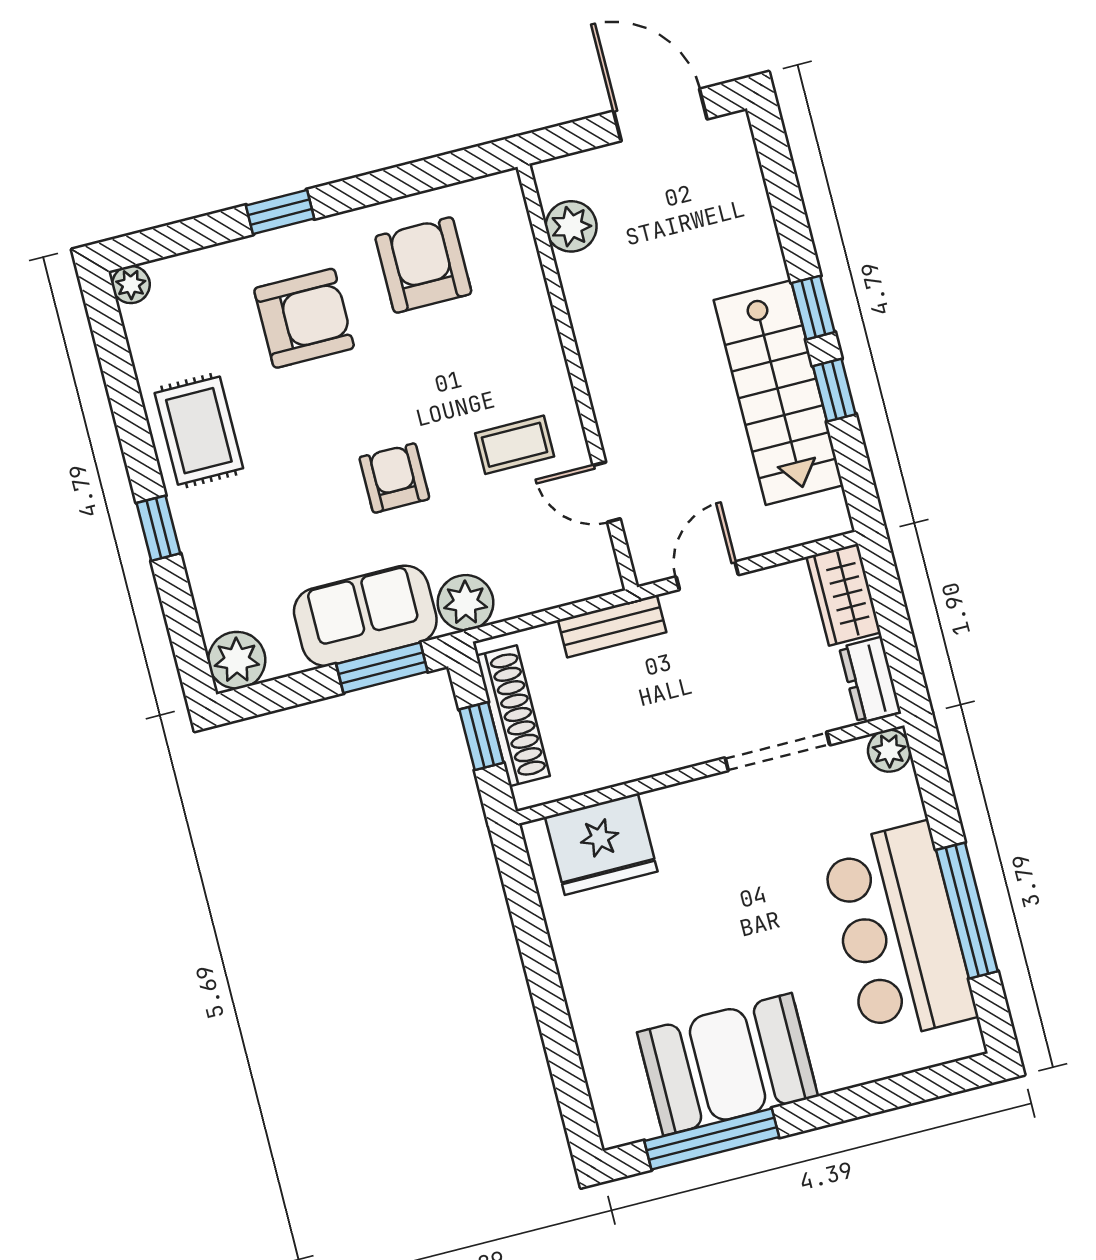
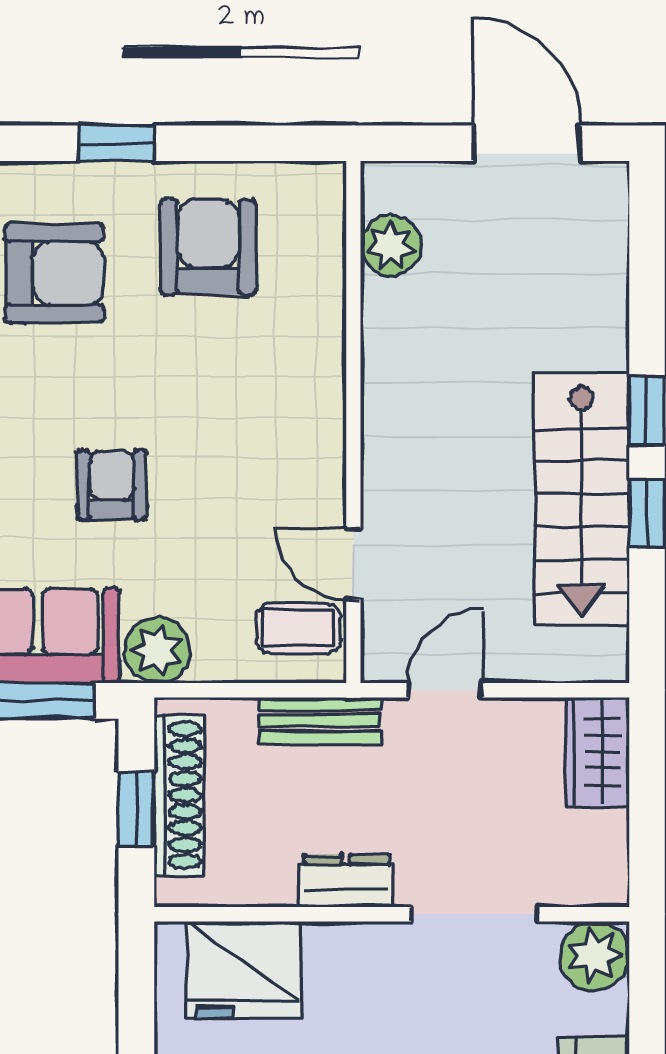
window: (280, 212) -> (116, 143), moved
coffee table: (515, 445) -> (298, 628), moved
dresser: (870, 680) -> (346, 881), moved, turned 90
plant: (889, 751) -> (595, 956), width x1.38, depth x1.38

